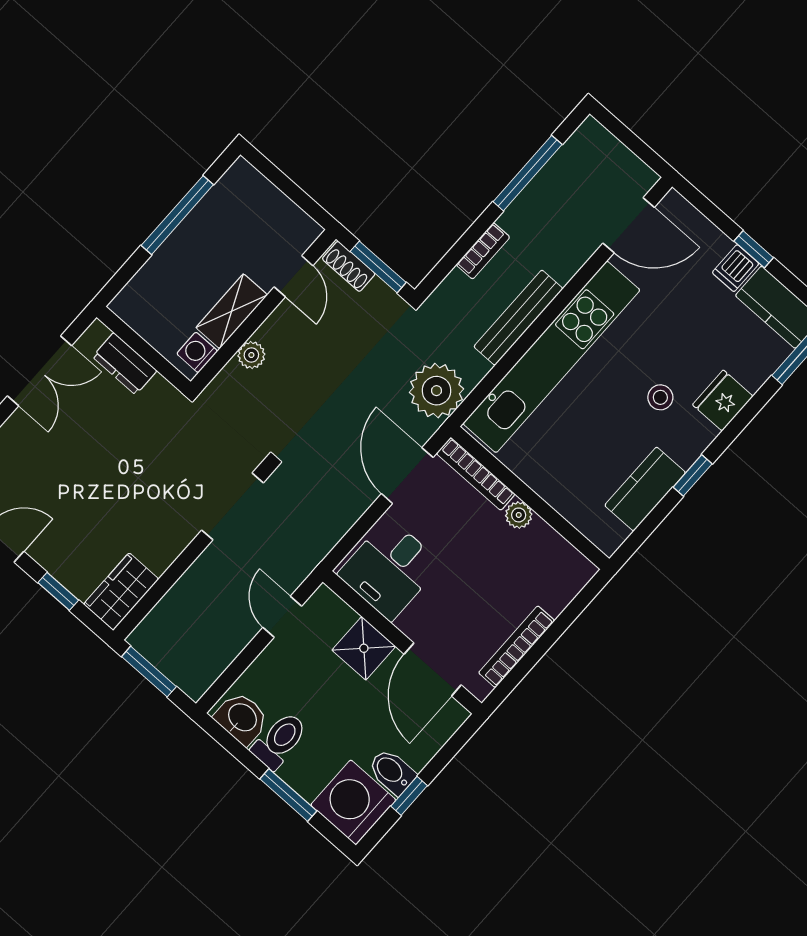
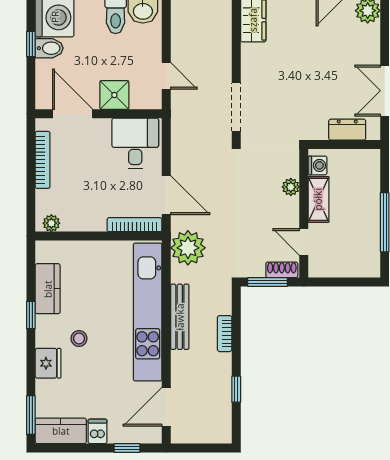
window: (528, 173) -> (236, 389), width x0.46
window: (754, 249) -> (127, 448), moved
plant: (519, 515) -> (51, 223), moved

